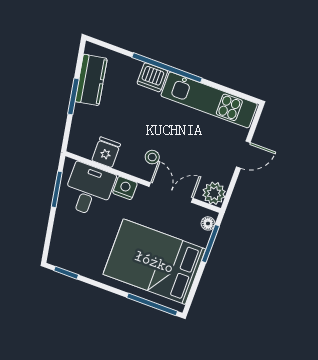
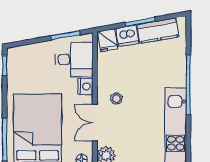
dishwasher: (152, 77) -> (127, 36), moved, turned -100
fridge: (106, 152) -> (108, 40), moved, turned 80
double door: (171, 192) -> (95, 123), swing flipped

